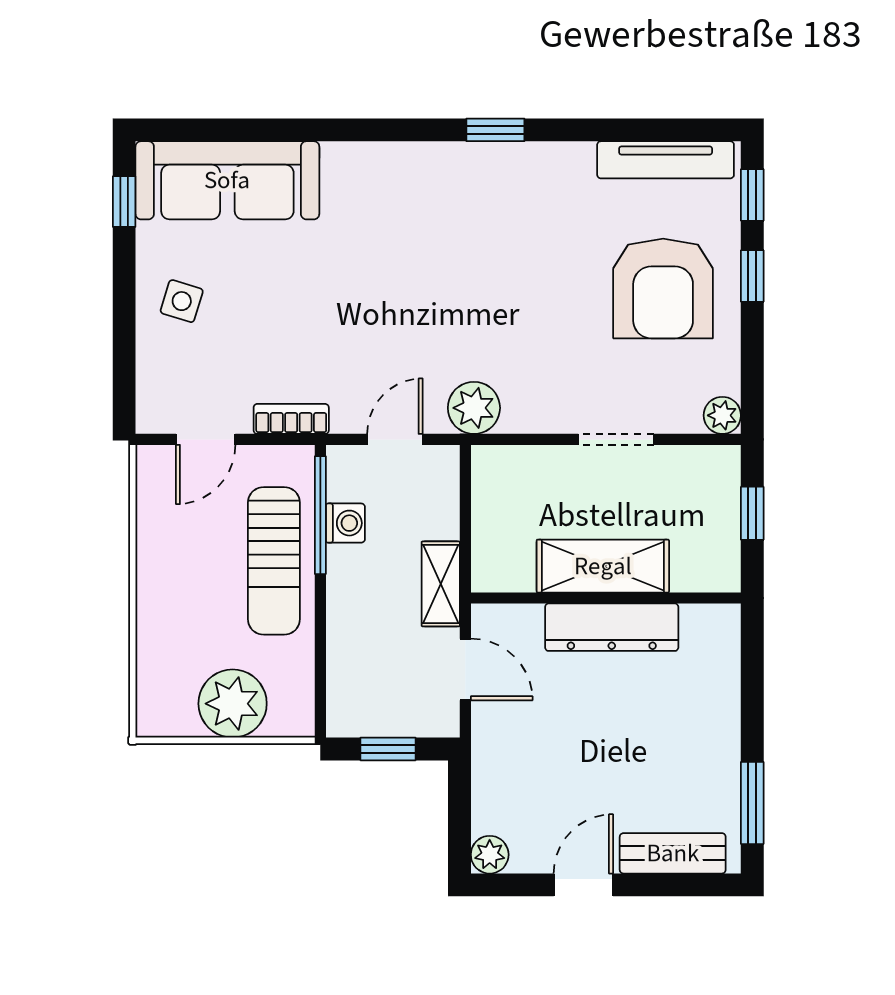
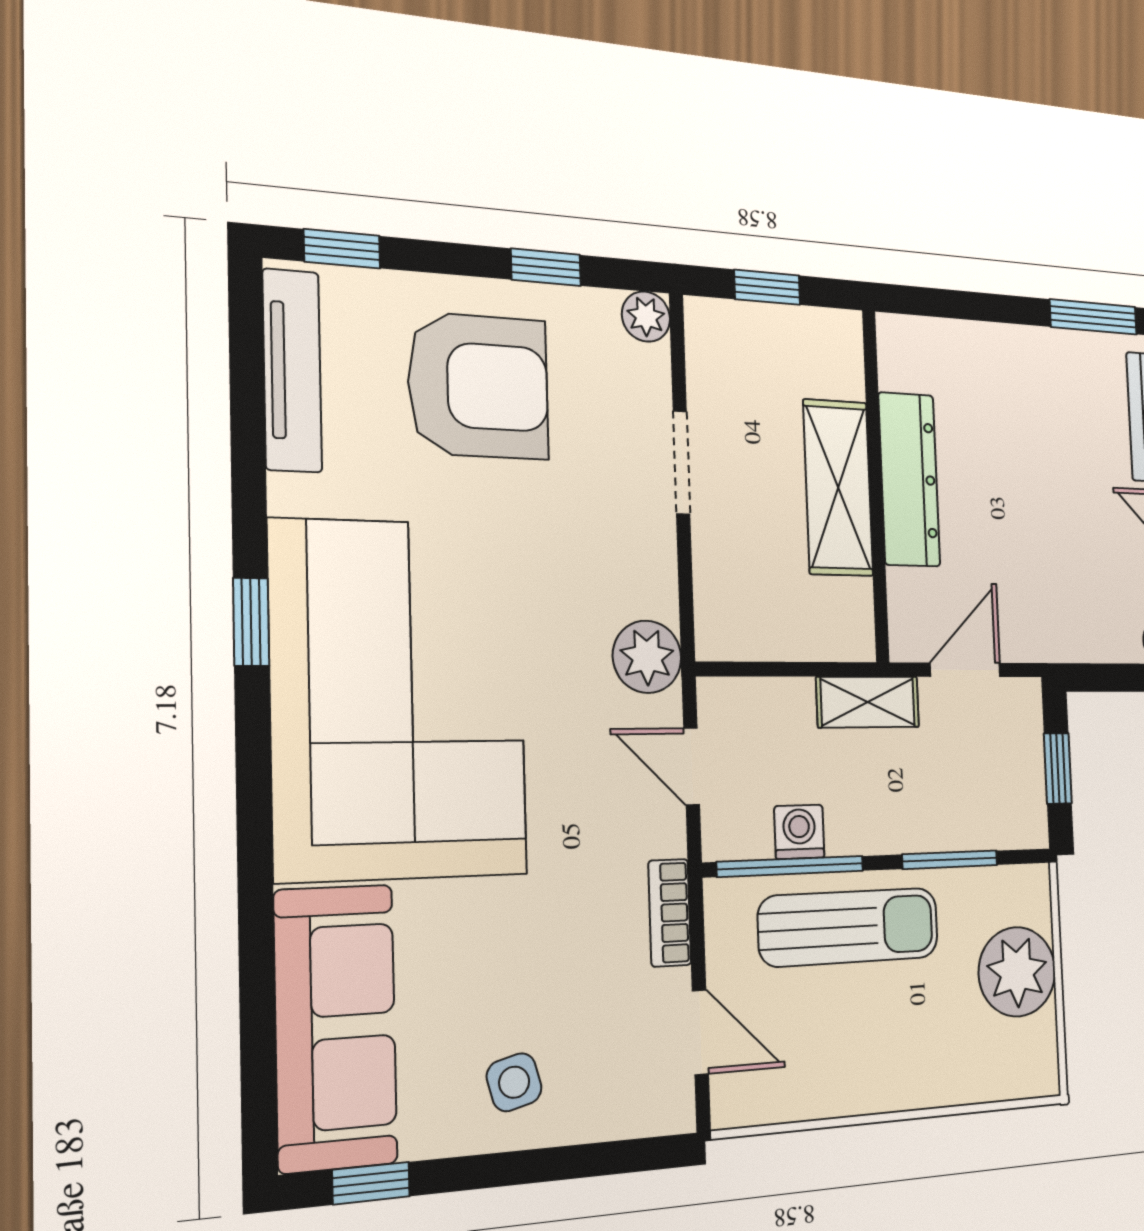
corner sofa: (444, 228) -> (399, 699), added
window: (752, 276) -> (546, 267), moved
side table: (182, 301) -> (514, 1082), turned -32
window: (320, 649) -> (950, 860), added

